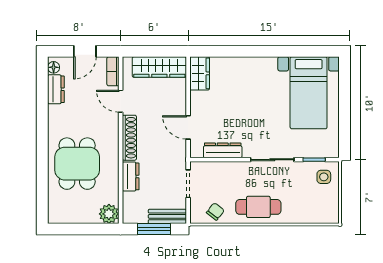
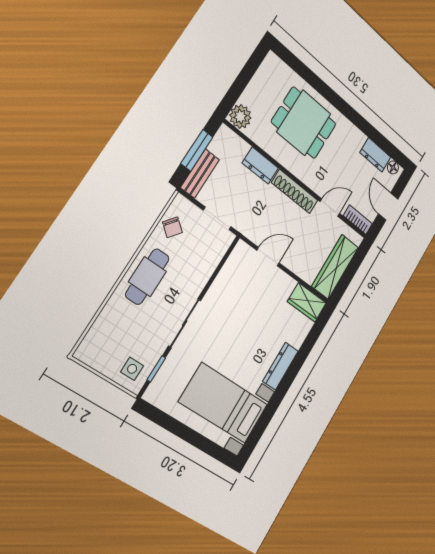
dresser: (223, 150) -> (281, 366), moved, turned 180

